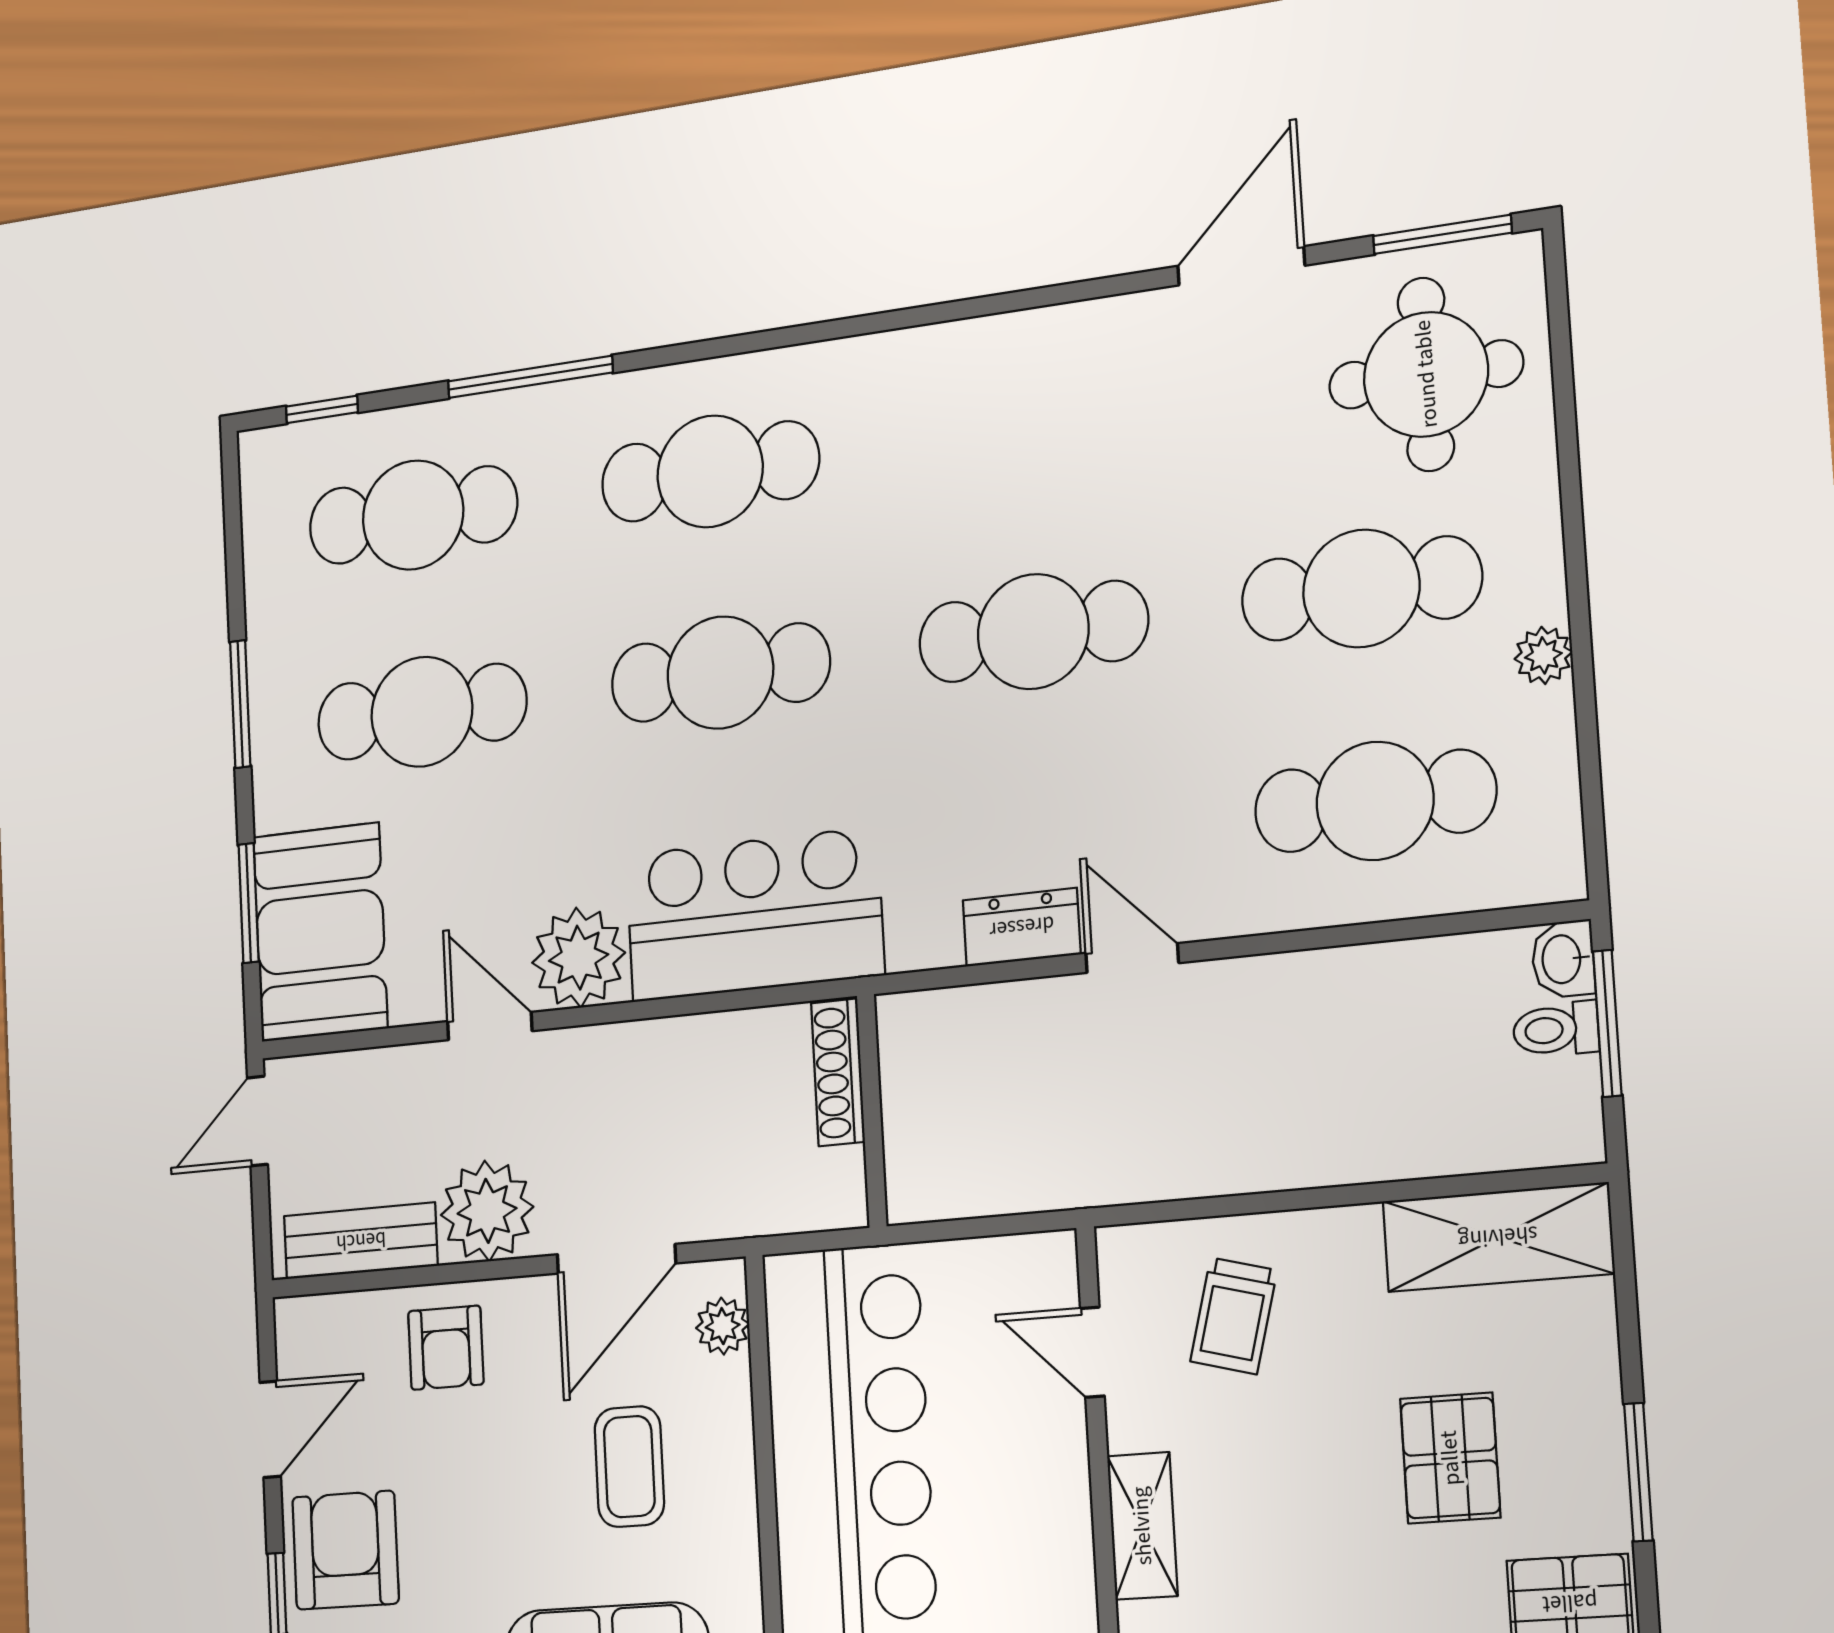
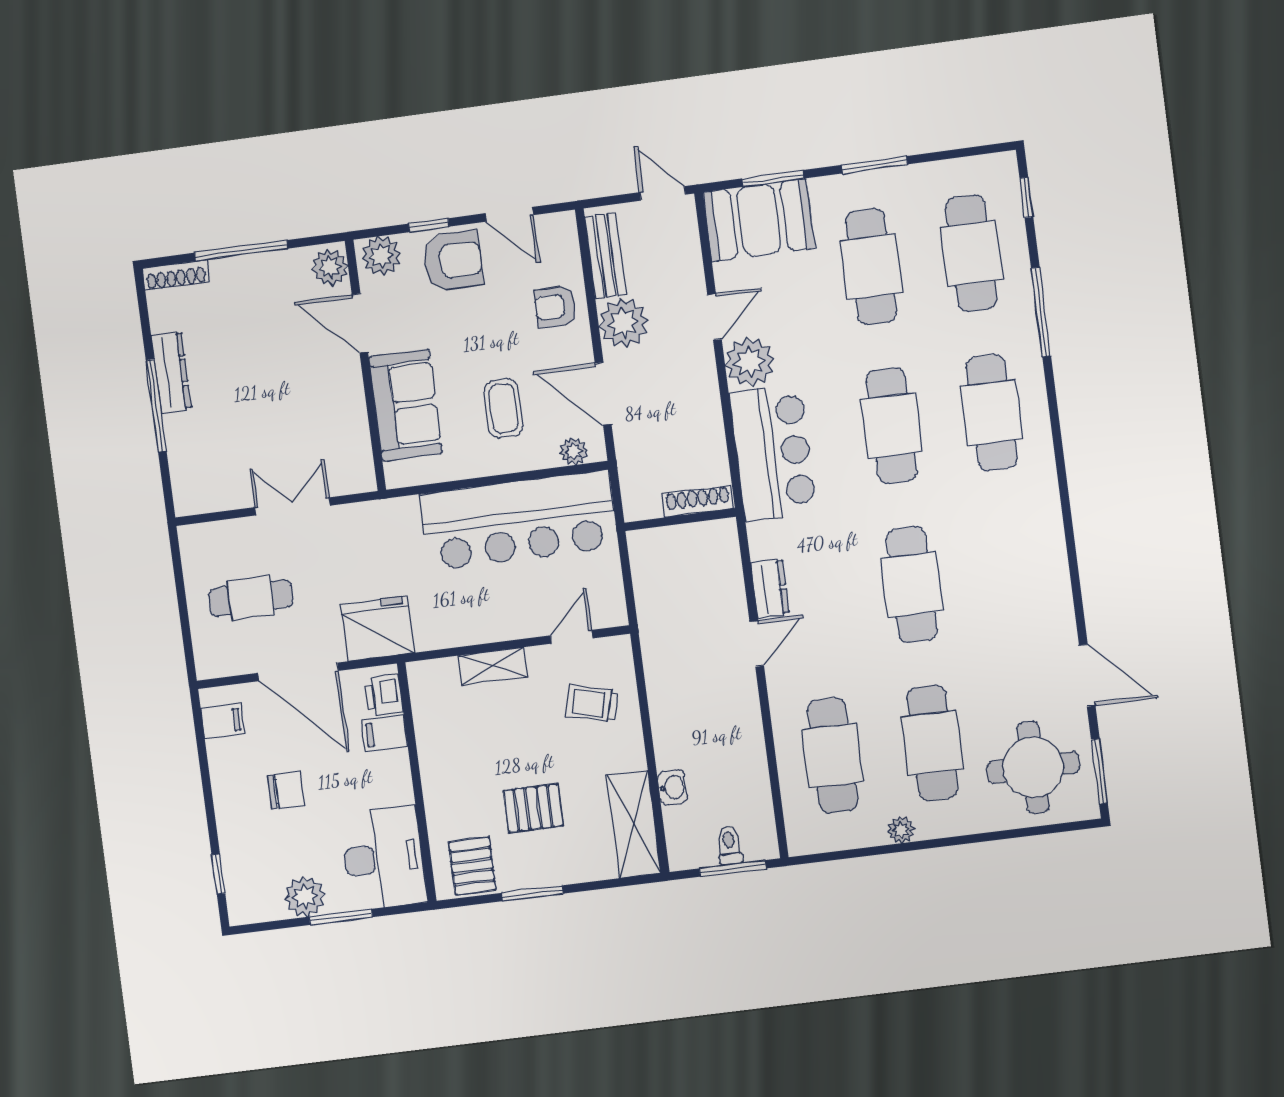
washbasin: (1563, 959) -> (673, 787), moved, turned 90
coffee table: (629, 1467) -> (504, 408), turned 90

